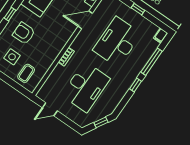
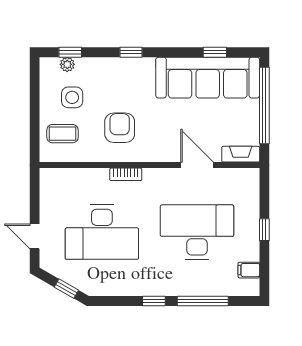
armchair: (24, 33) -> (120, 128), moved
filing cabinet: (161, 36) -> (249, 270), moved
door: (50, 109) -> (35, 236), moved

